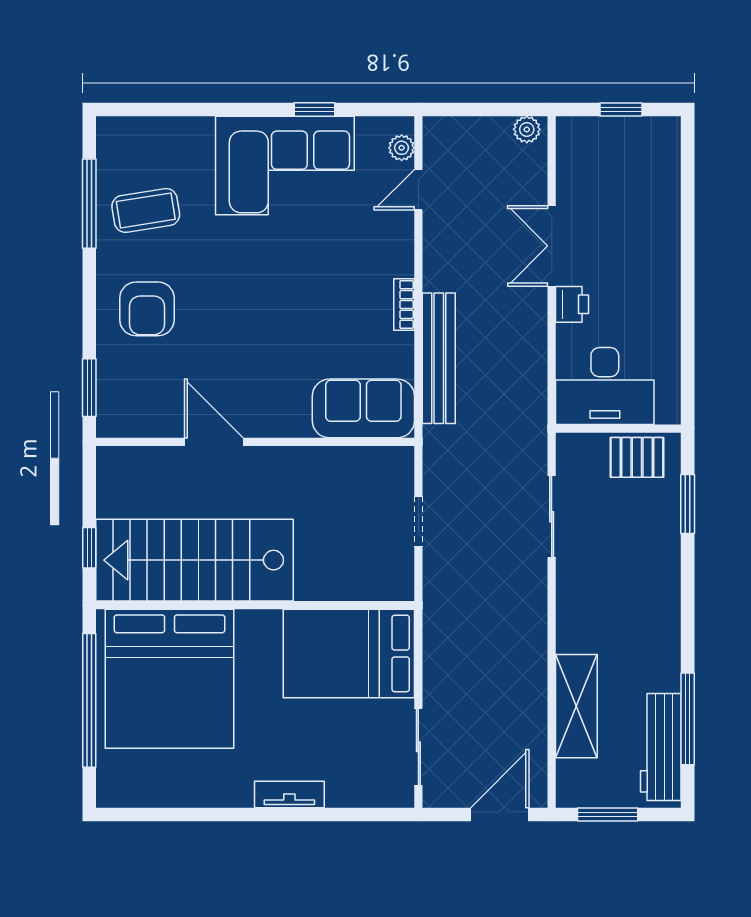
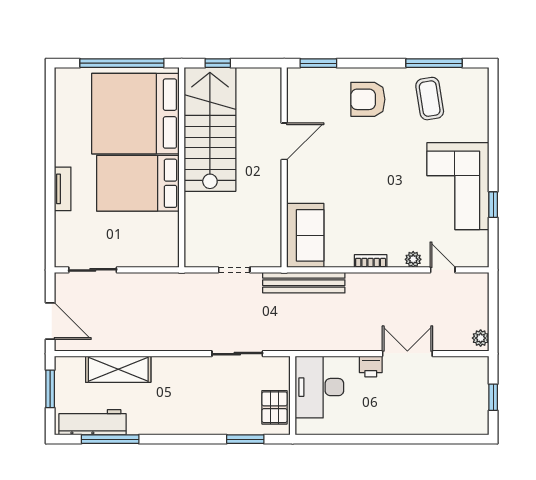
plant: (402, 148) -> (413, 259), moved
bench: (439, 358) -> (304, 283), moved
bed: (349, 653) -> (138, 183), moved, turned -90

